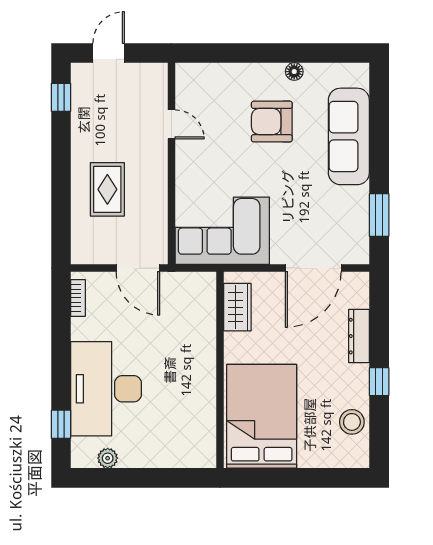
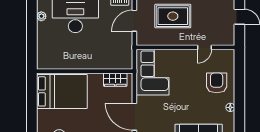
armchair: (272, 122) -> (217, 83), moved
rug: (107, 189) -> (173, 16), width x1.36, depth x1.43
door: (138, 268) -> (134, 21), moved

